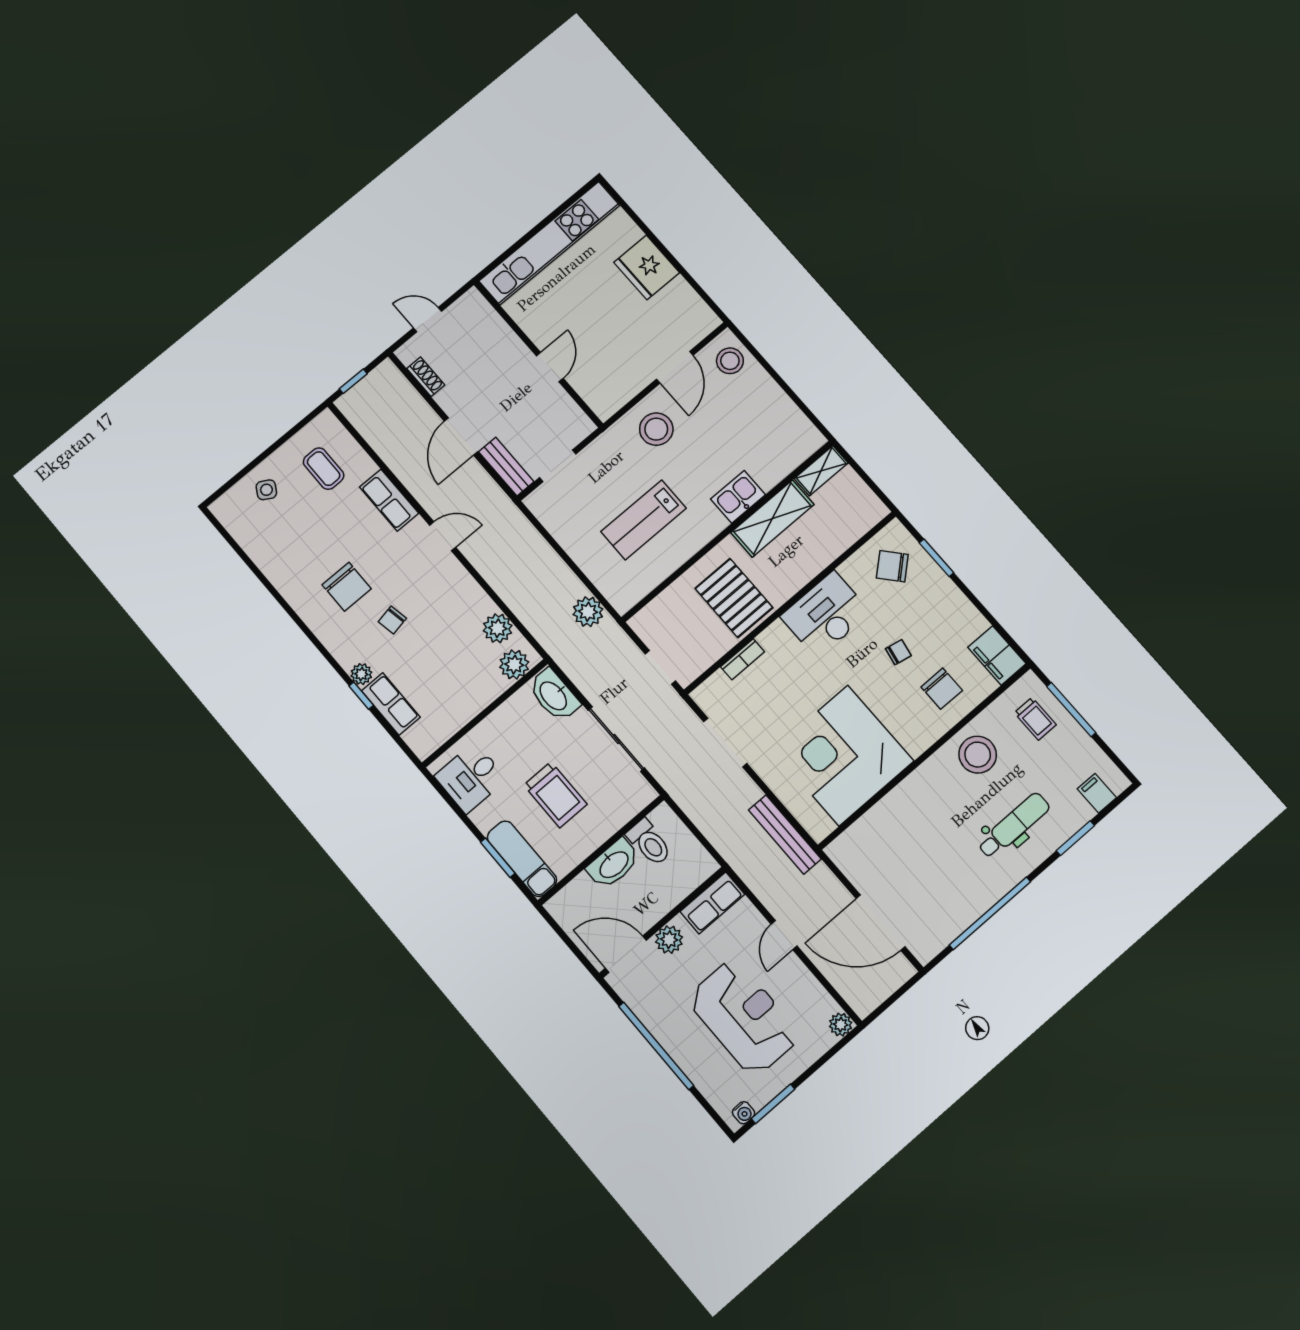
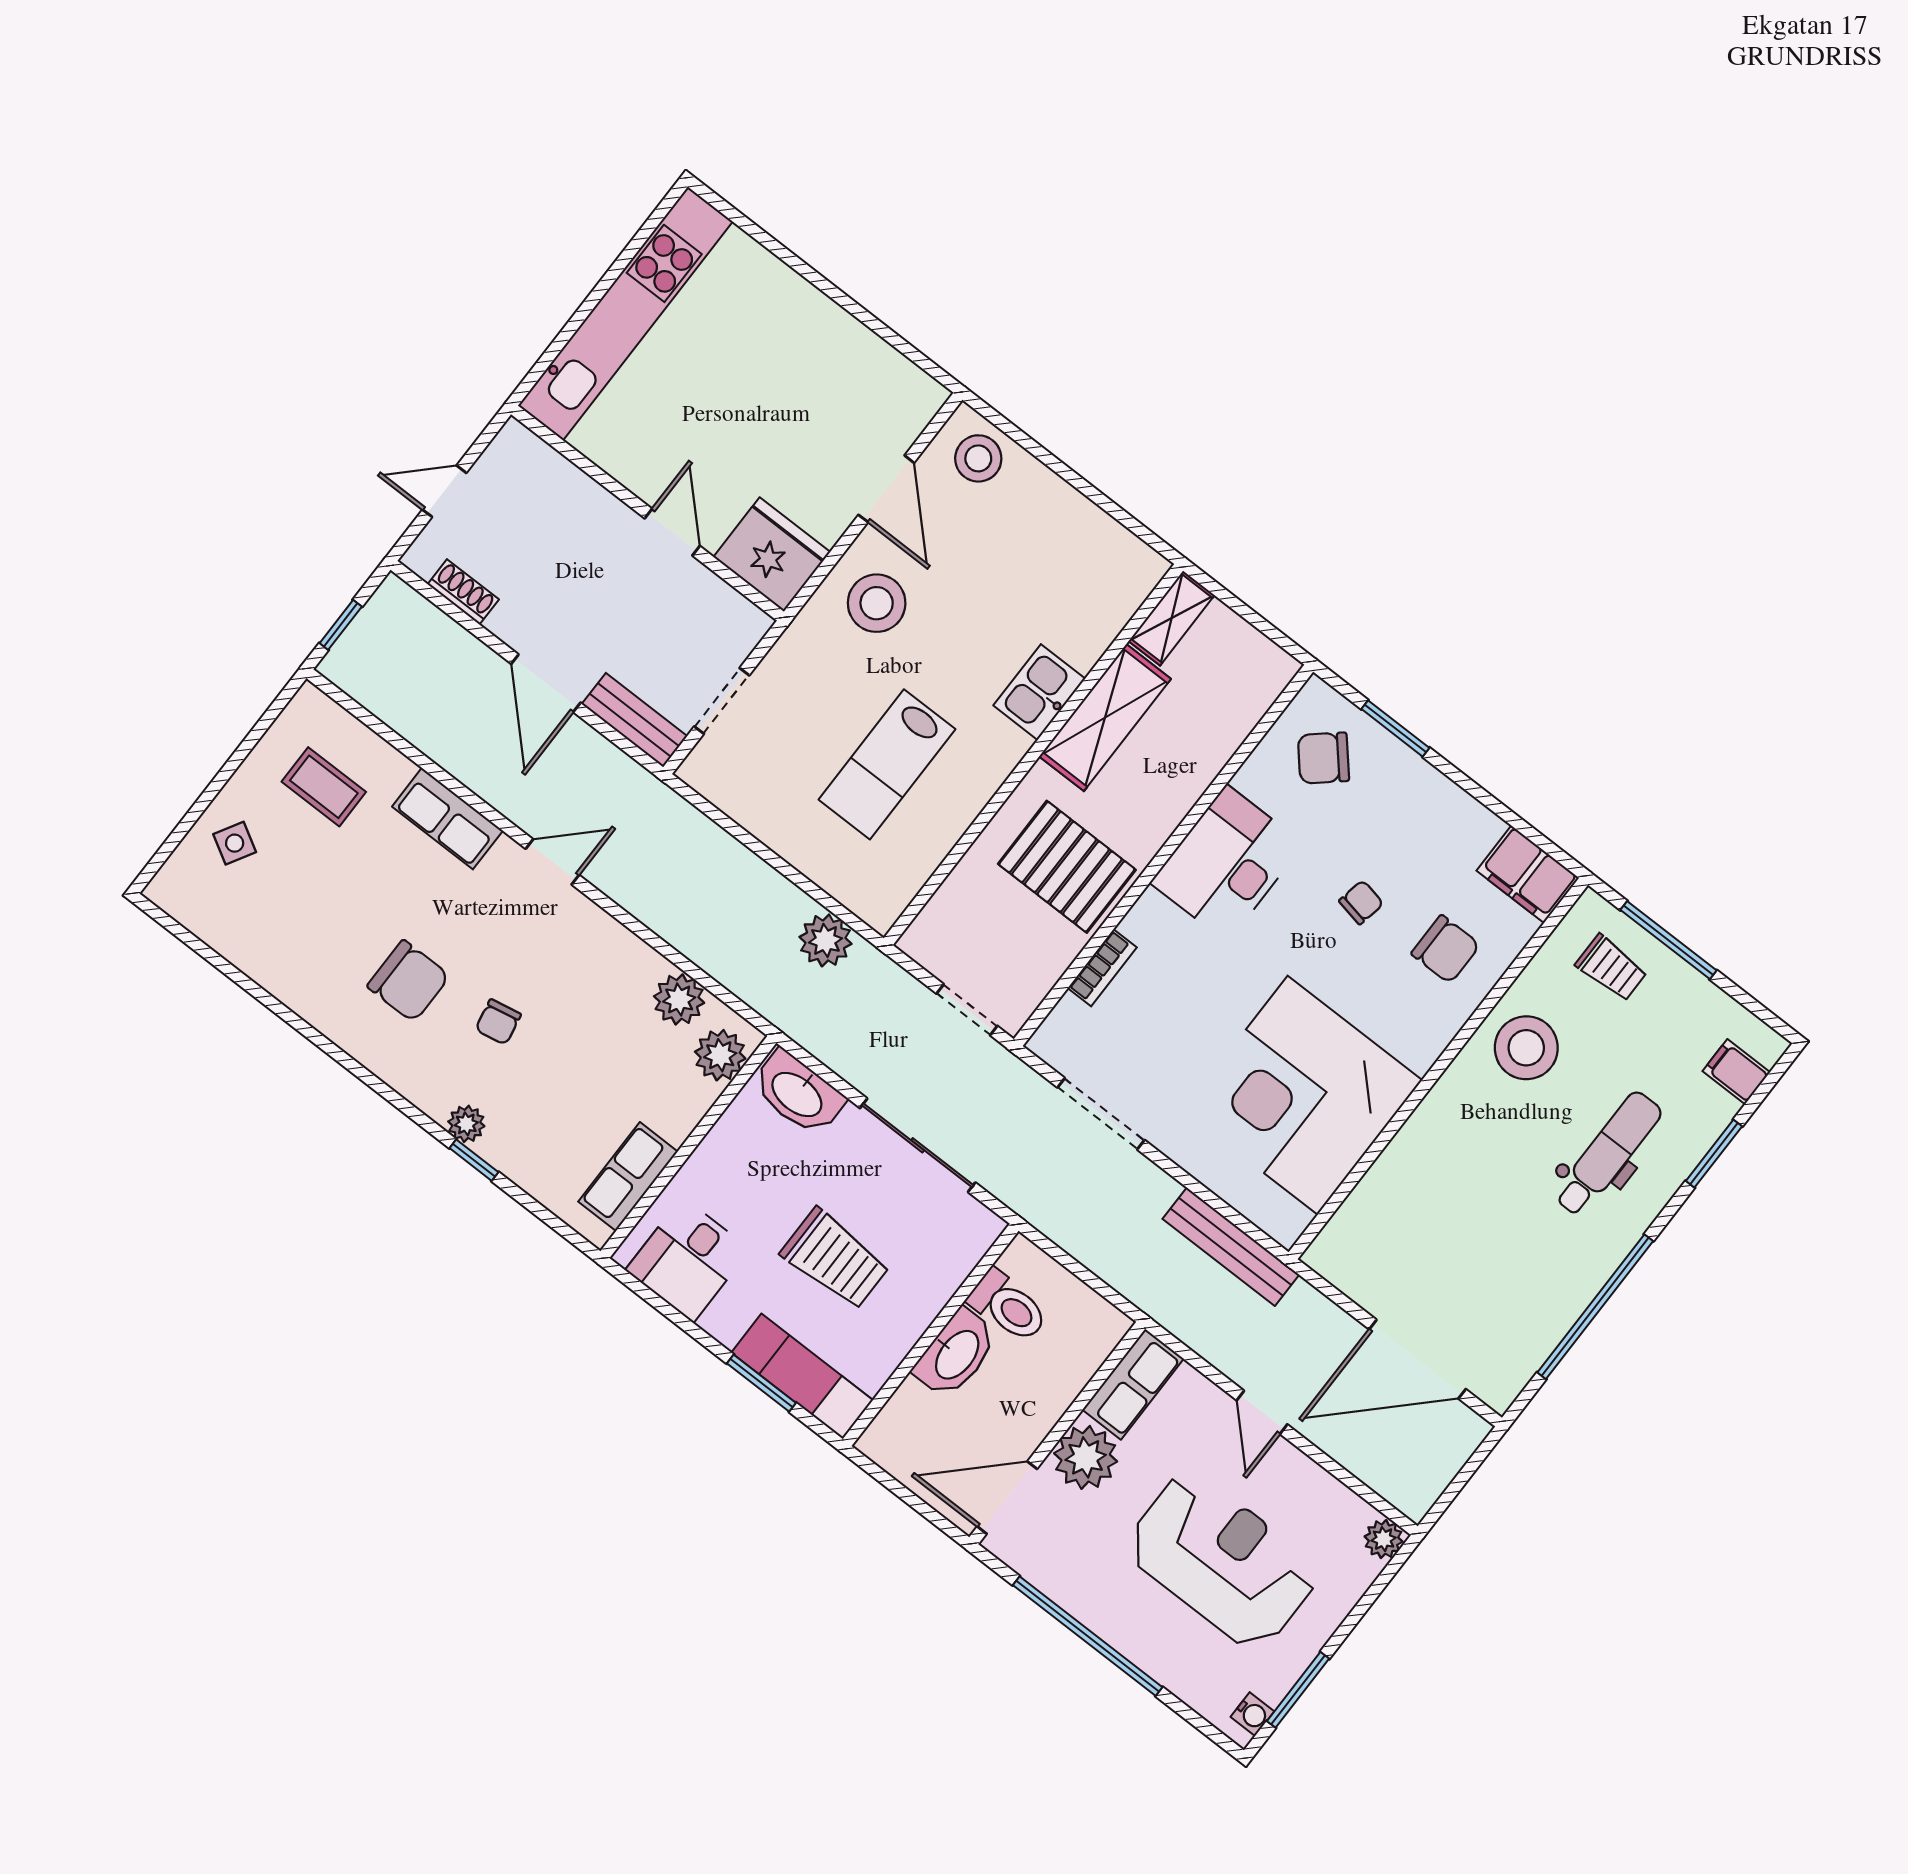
fridge: (647, 267) -> (772, 555), moved, turned 180
row of seats: (391, 704) -> (628, 1177), moved, turned -90
plant: (669, 940) -> (1086, 1457), width x1.36, depth x1.36

